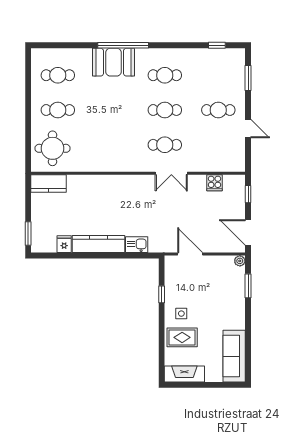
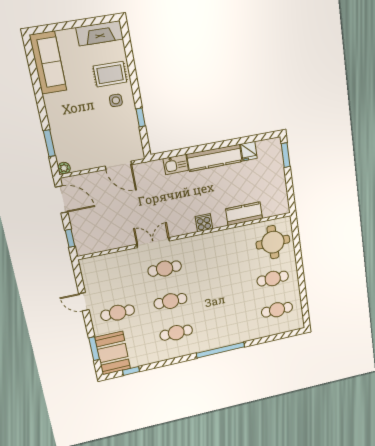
booth: (114, 62) -> (113, 353), moved, turned 90
cooker: (214, 183) -> (204, 223), moved
kitchen counter: (49, 184) -> (244, 214), moved

